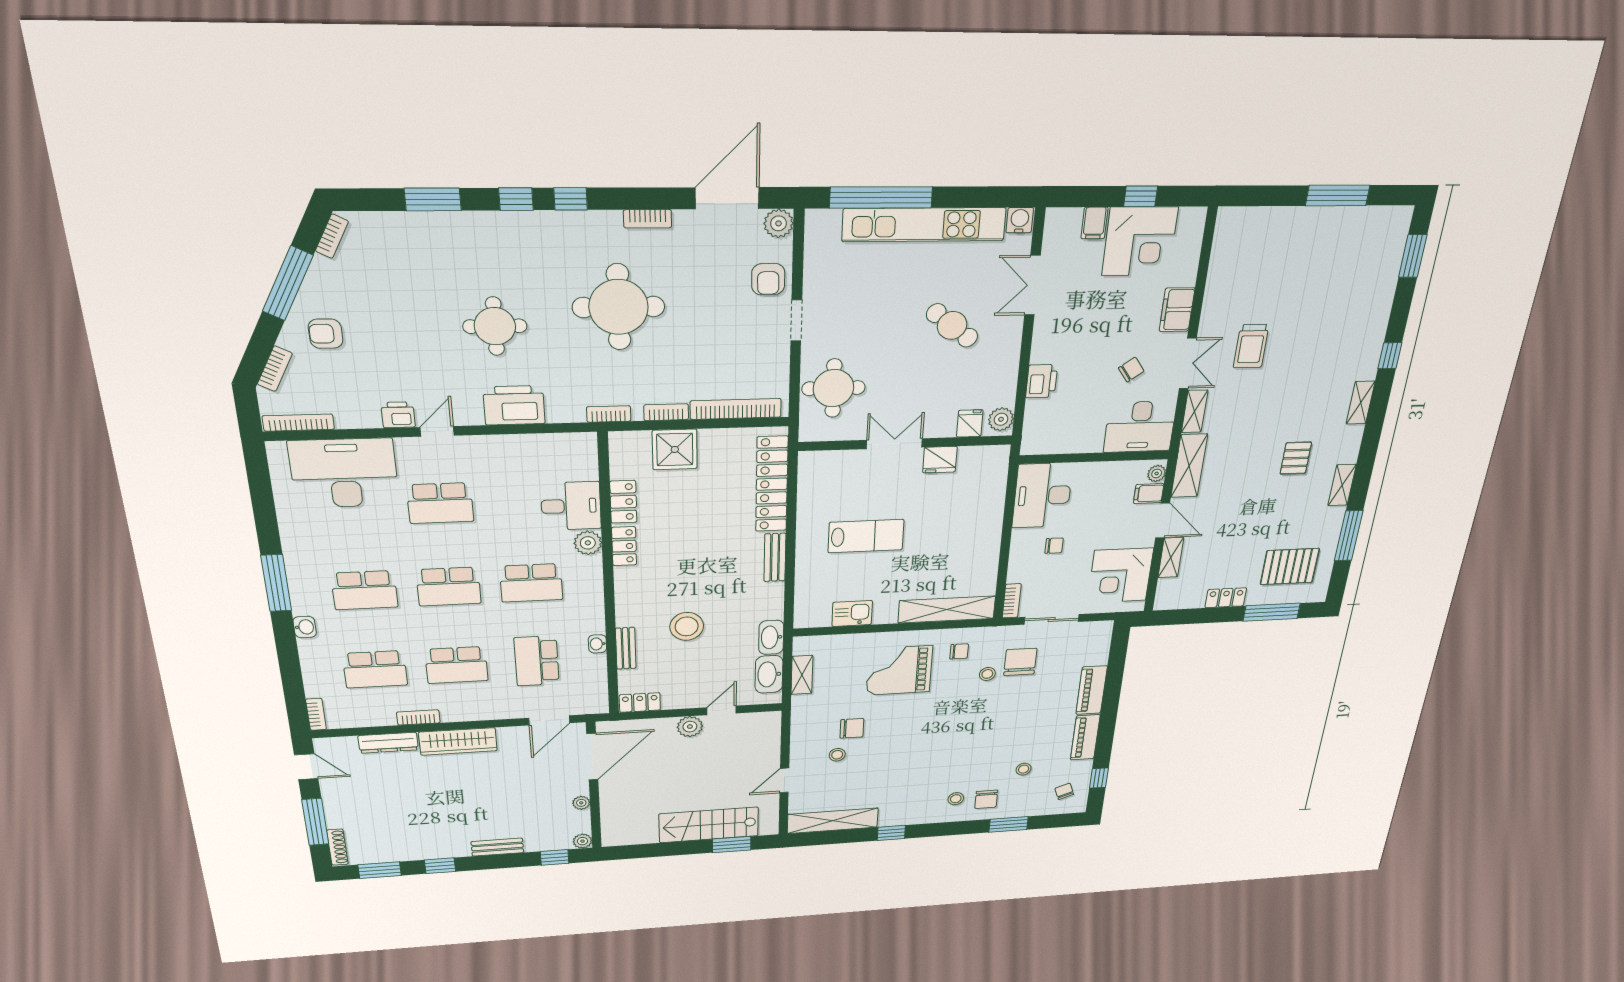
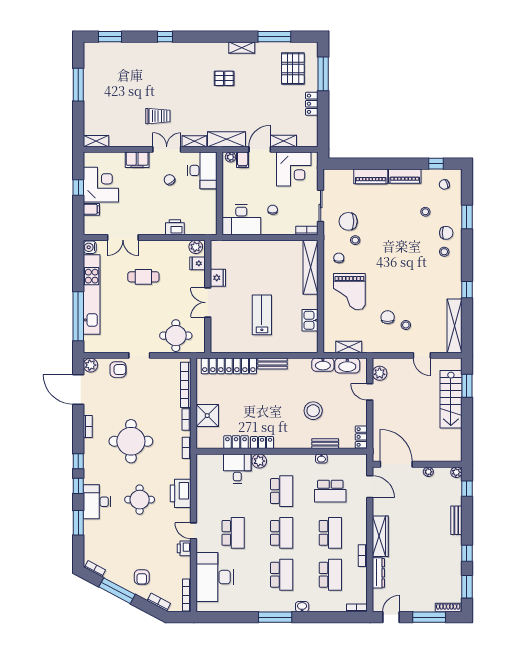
desk: (483, 239) -> (97, 502), added
cafe table: (952, 325) -> (143, 277), turned 52
shelving: (1361, 403) -> (96, 141), moved
plant: (690, 727) -> (380, 373), moved

